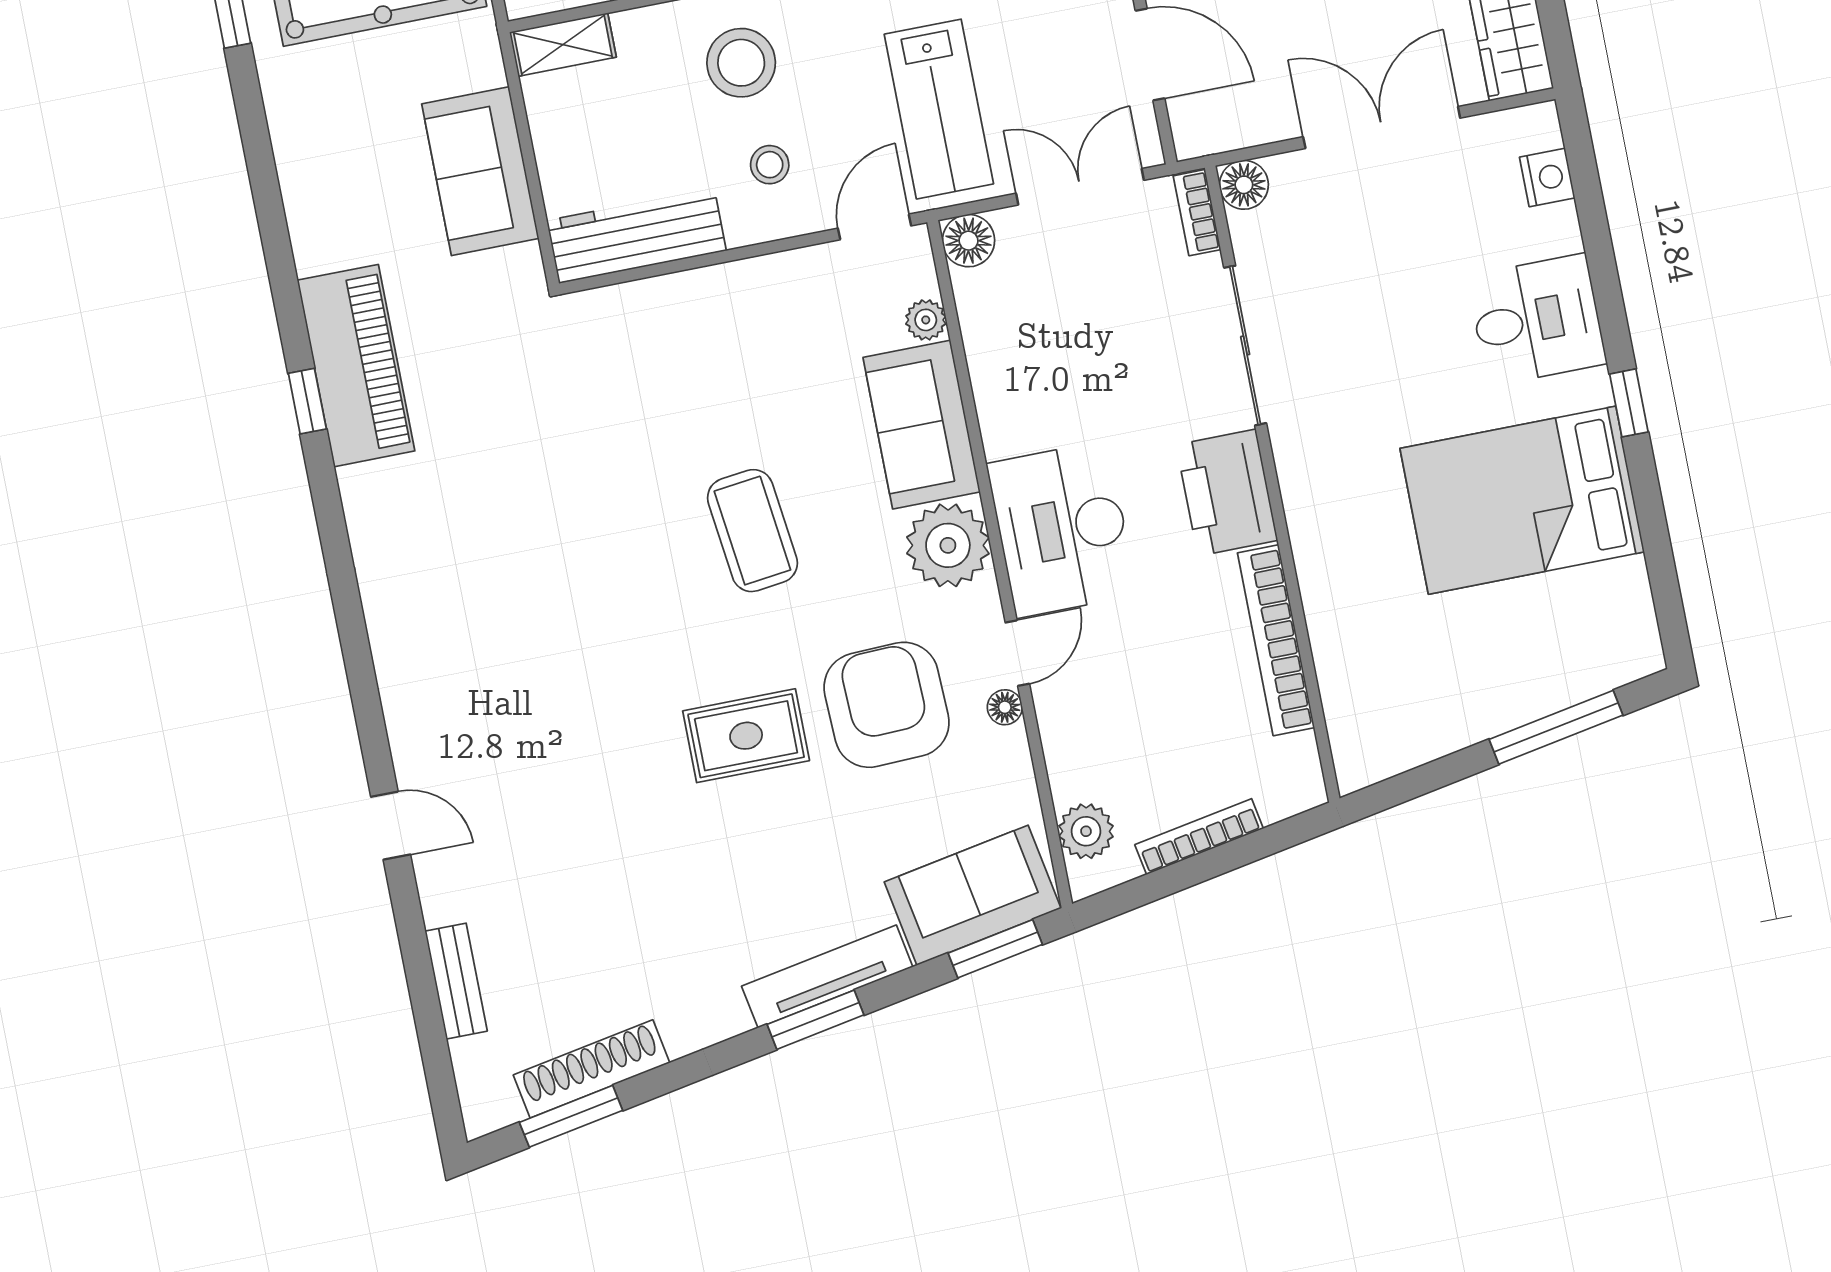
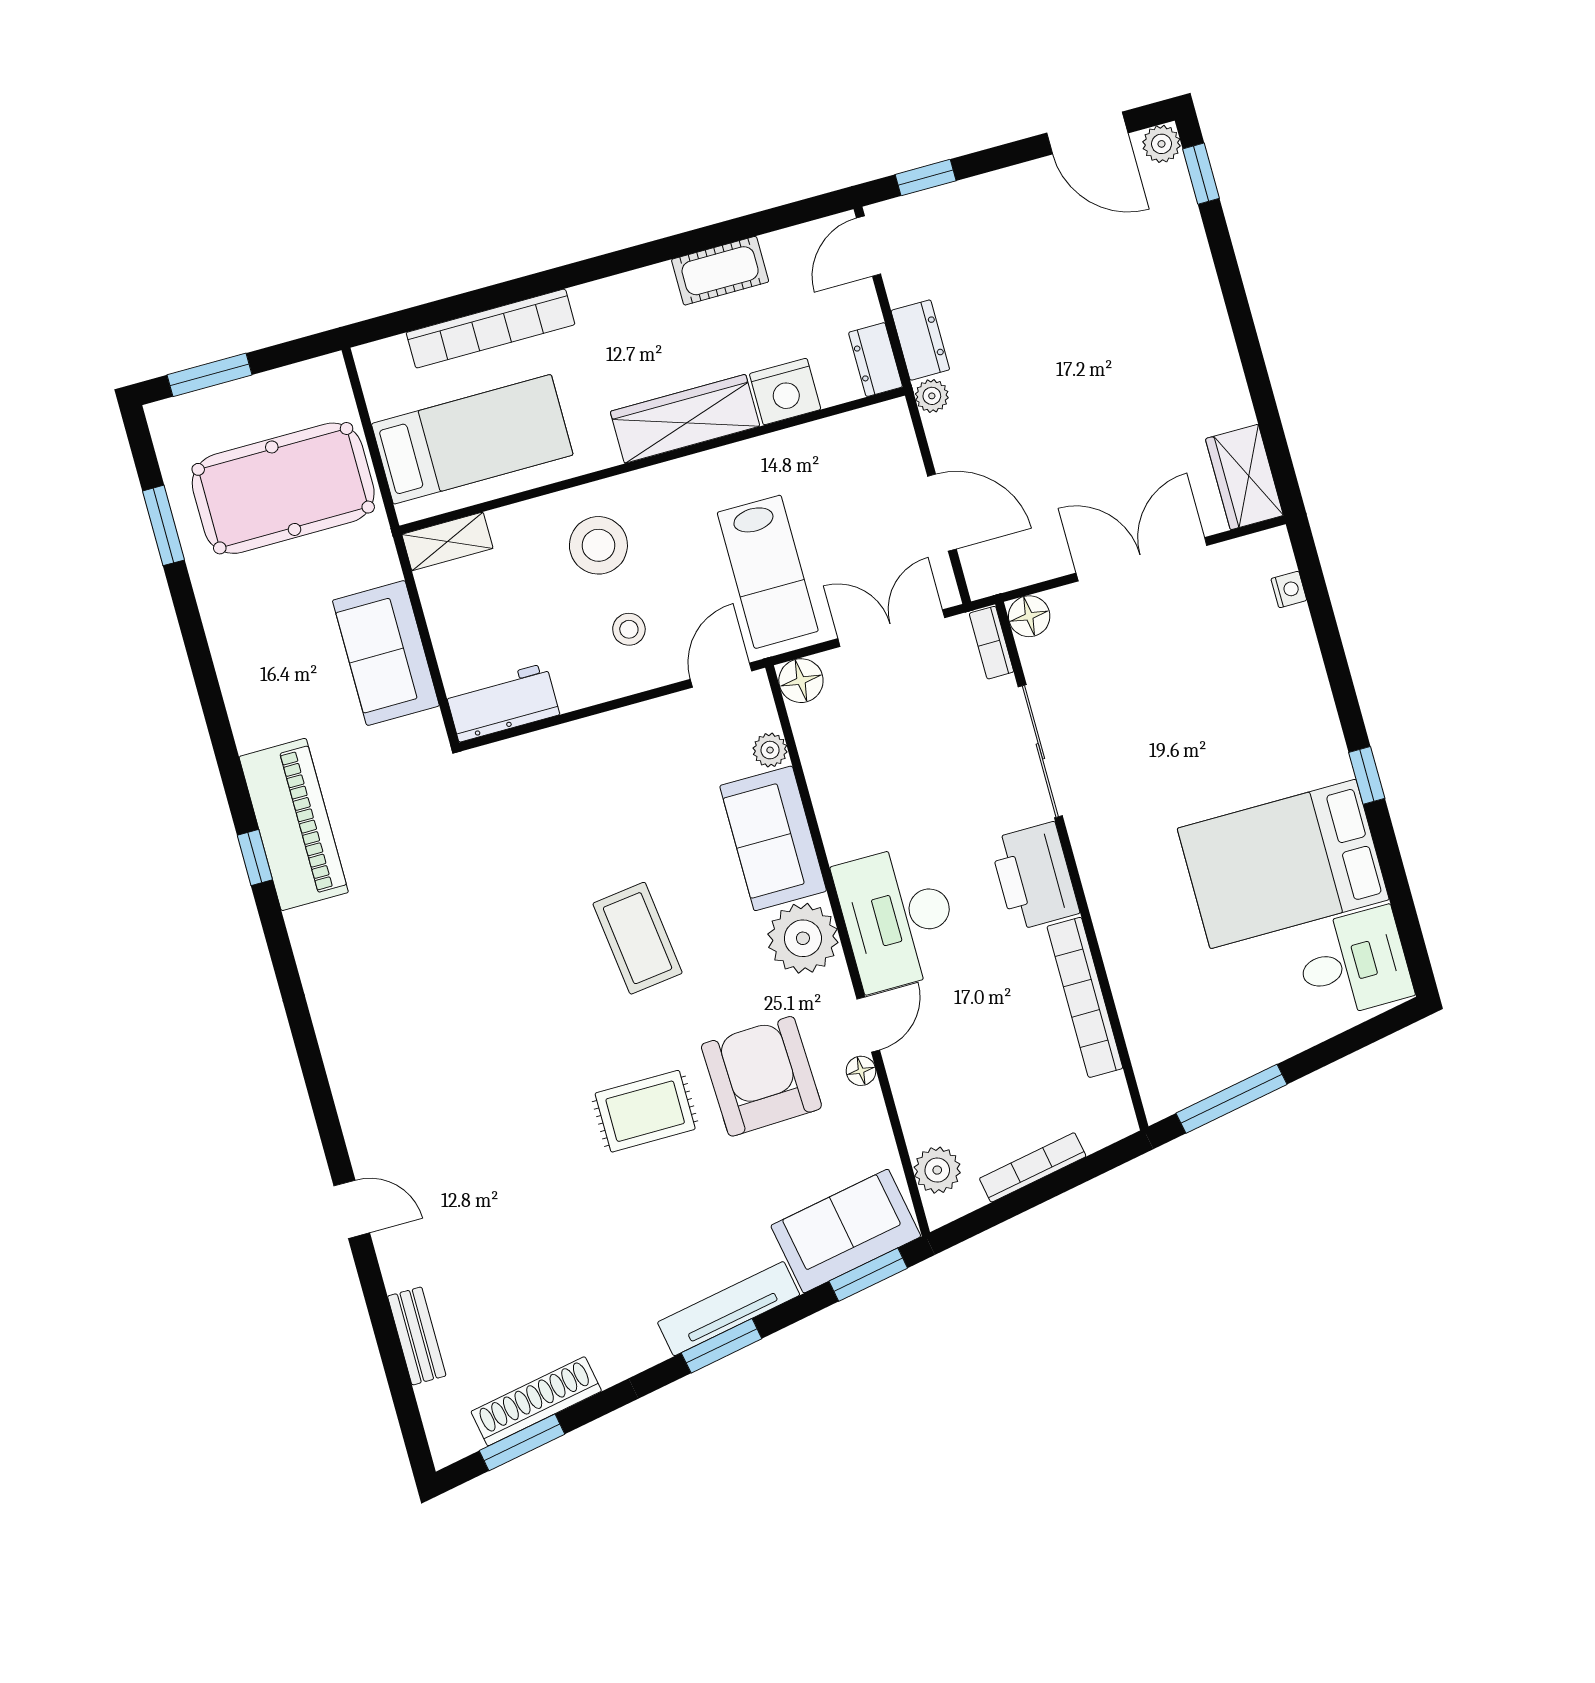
nightstand: (1547, 177) -> (1289, 589), width x0.72, depth x0.74
workbench: (636, 236) -> (502, 703), width x0.73
desk: (1537, 320) -> (1353, 963), moved
window: (1556, 727) -> (1232, 1099), moved

